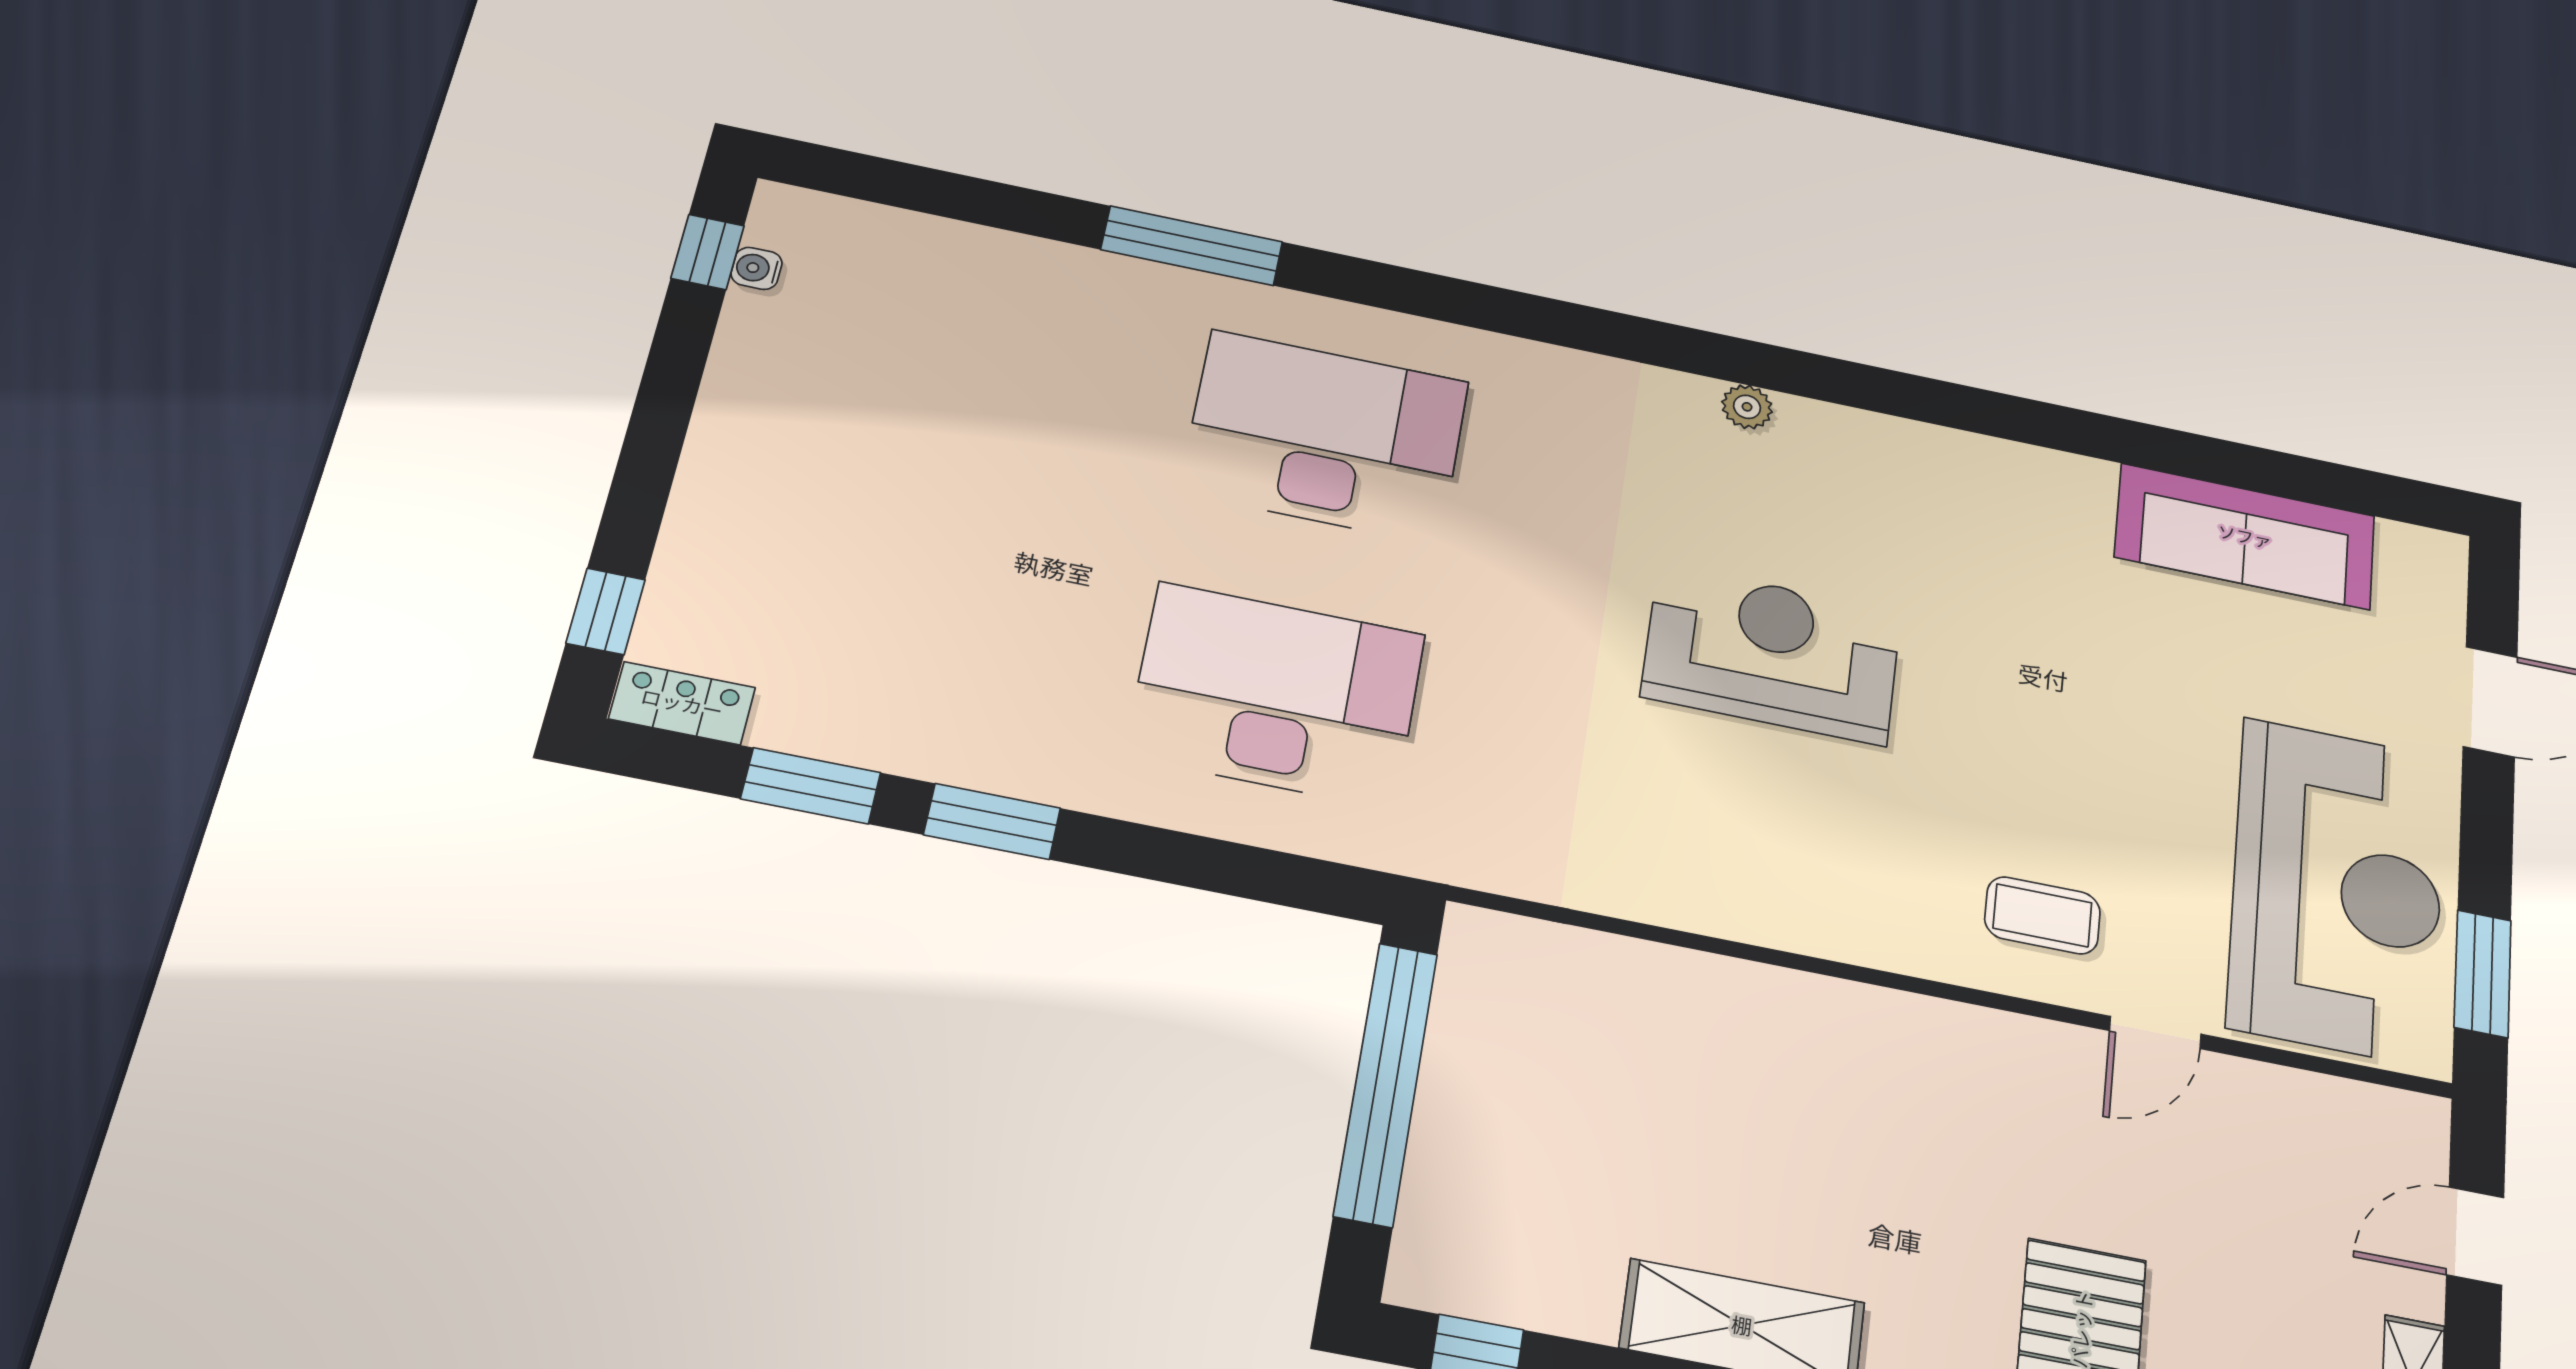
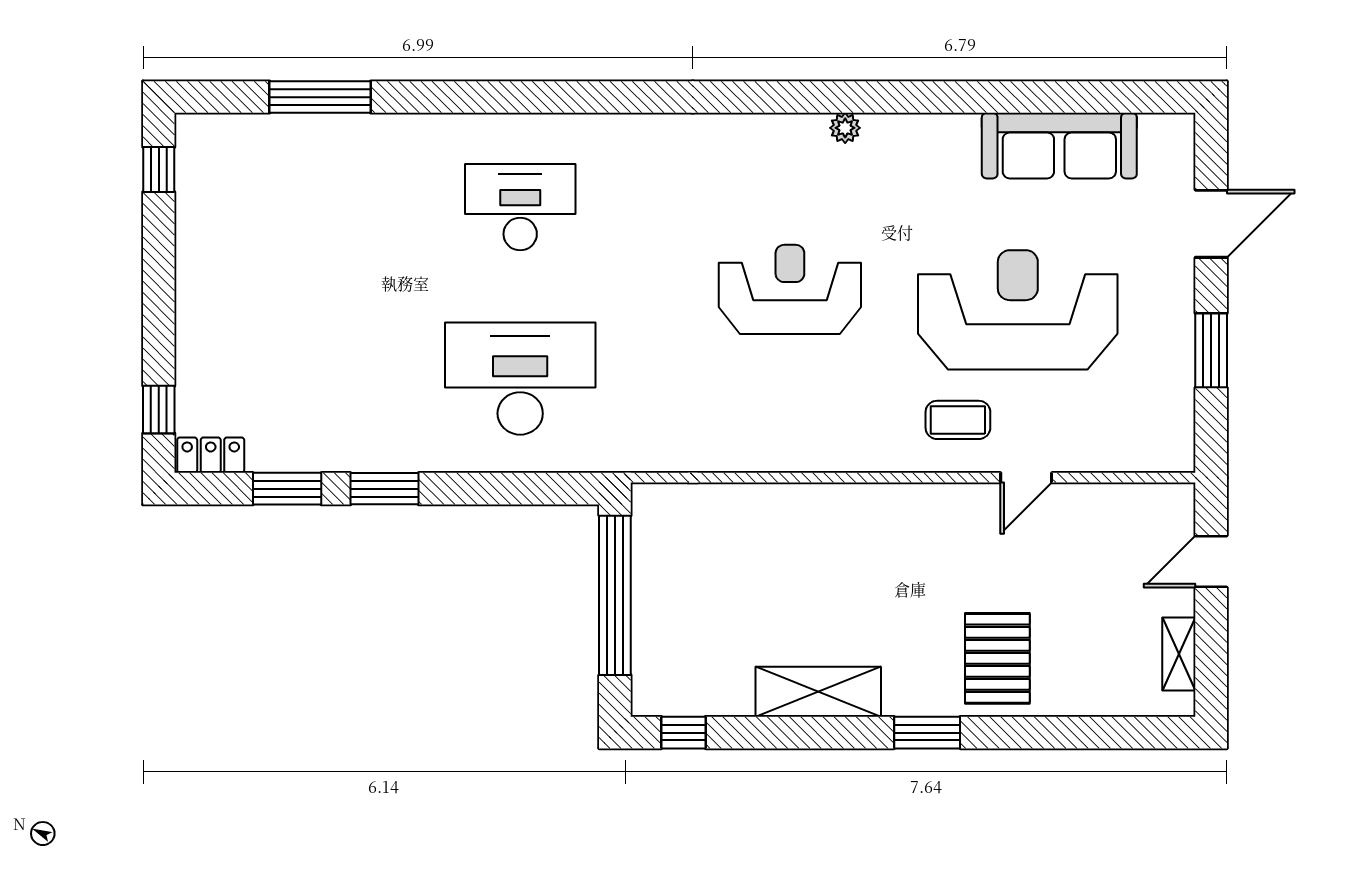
window: (1192, 246) -> (320, 97), moved
water cooler: (757, 268) -> (188, 174), removed
plant: (1747, 407) -> (845, 128), moved
desk: (1325, 437) -> (520, 207), width x0.73, depth x0.77
reception desk: (2337, 890) -> (1018, 310), moved, turned -90
window: (2483, 974) -> (1211, 350), moved

